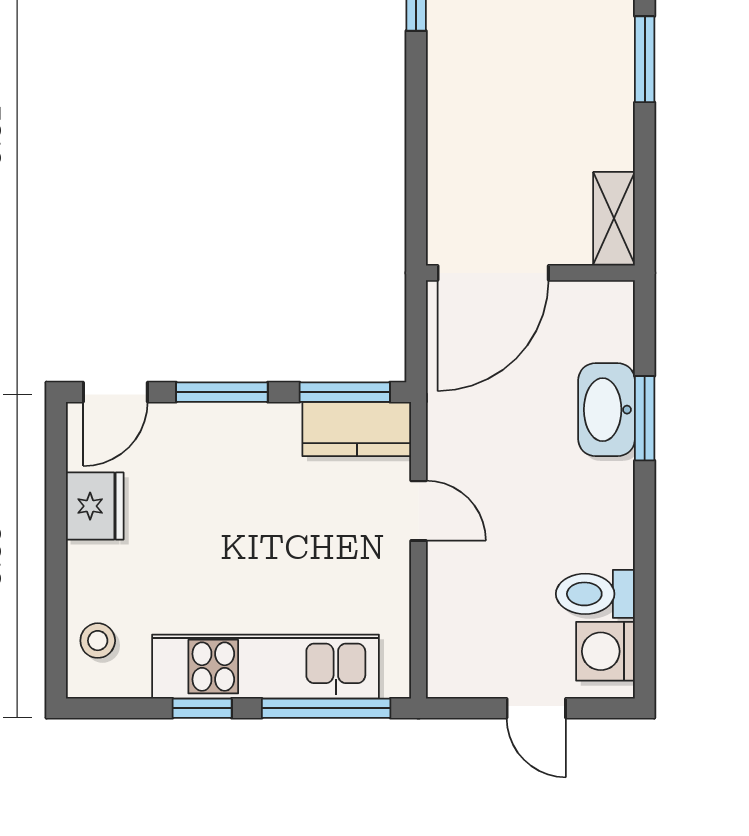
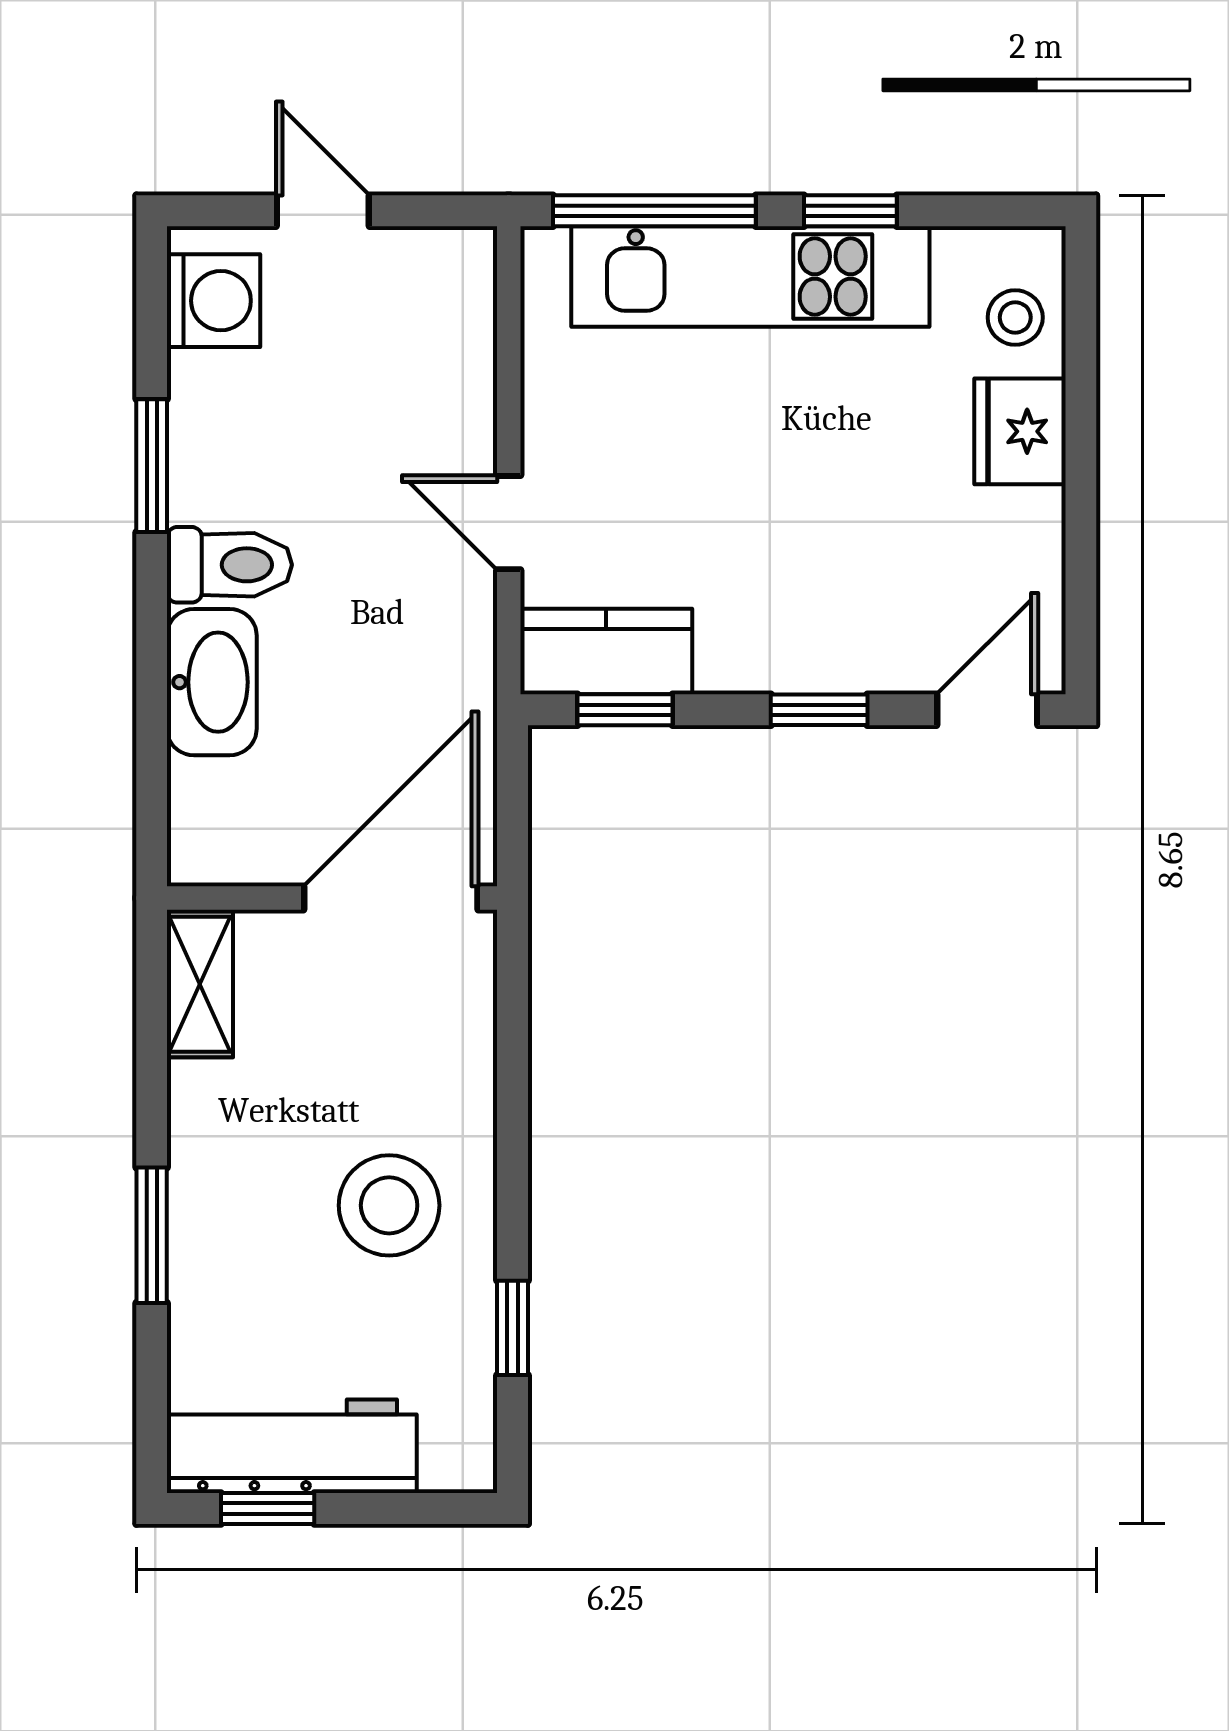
stool: (494, 78) -> (389, 1205), added
window: (222, 392) -> (819, 710), width x0.67
window: (345, 392) -> (625, 710), width x0.67
window: (645, 418) -> (152, 466), moved
fridge: (95, 506) -> (1020, 431), moved
toilet: (595, 594) -> (229, 565), moved

